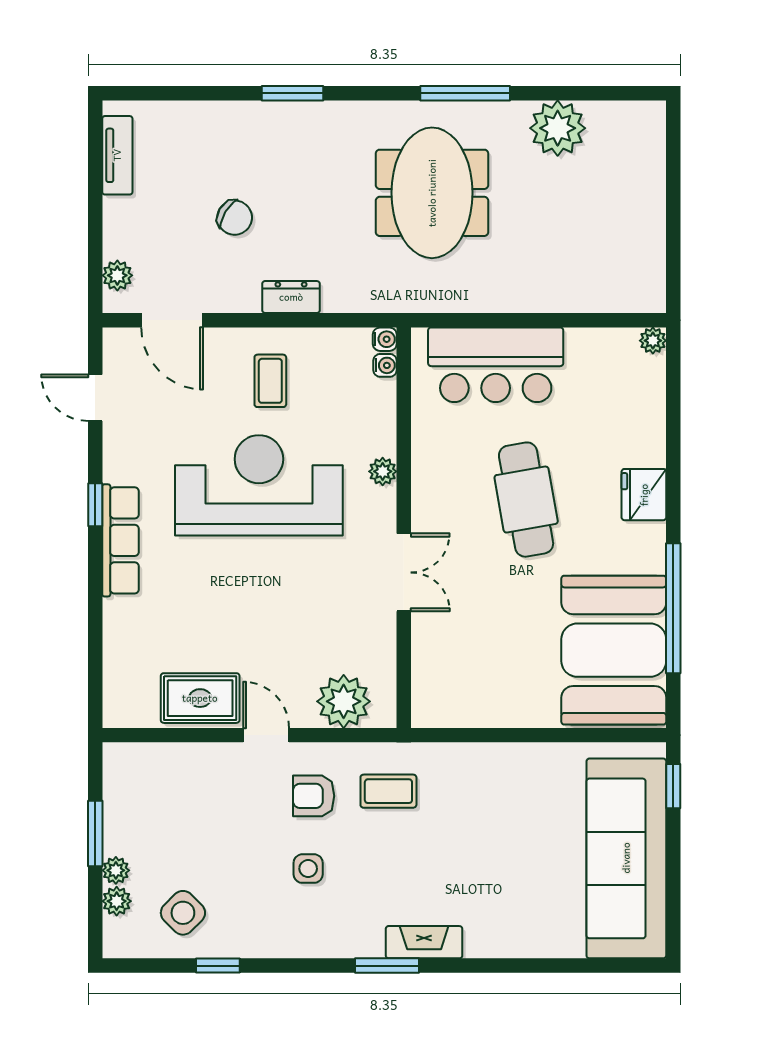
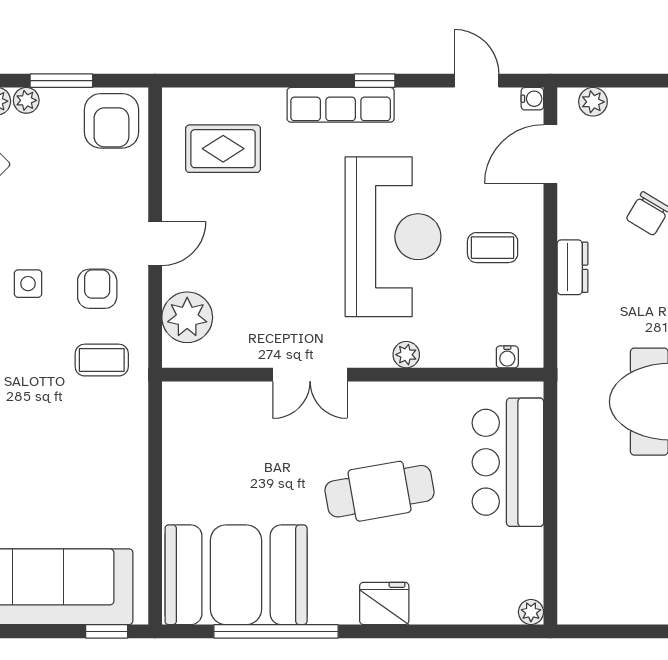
water cooler: (385, 339) -> (532, 99), moved, turned -90
door: (95, 398) -> (477, 81), hinge flipped
rug: (200, 698) -> (223, 149), moved, turned 90
armchair: (137, 781) -> (111, 121), added
coffee table: (388, 791) -> (102, 360), turned 90

